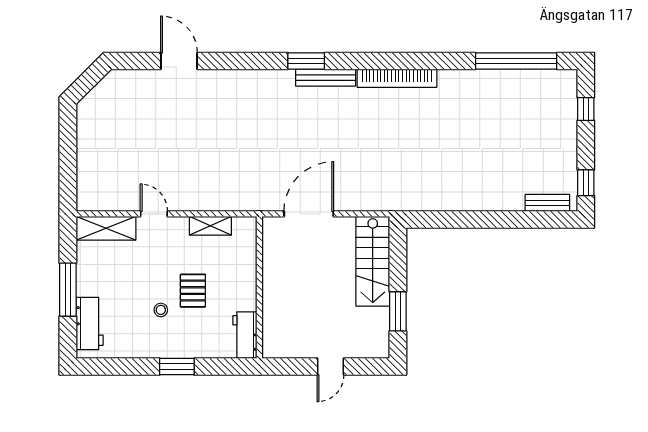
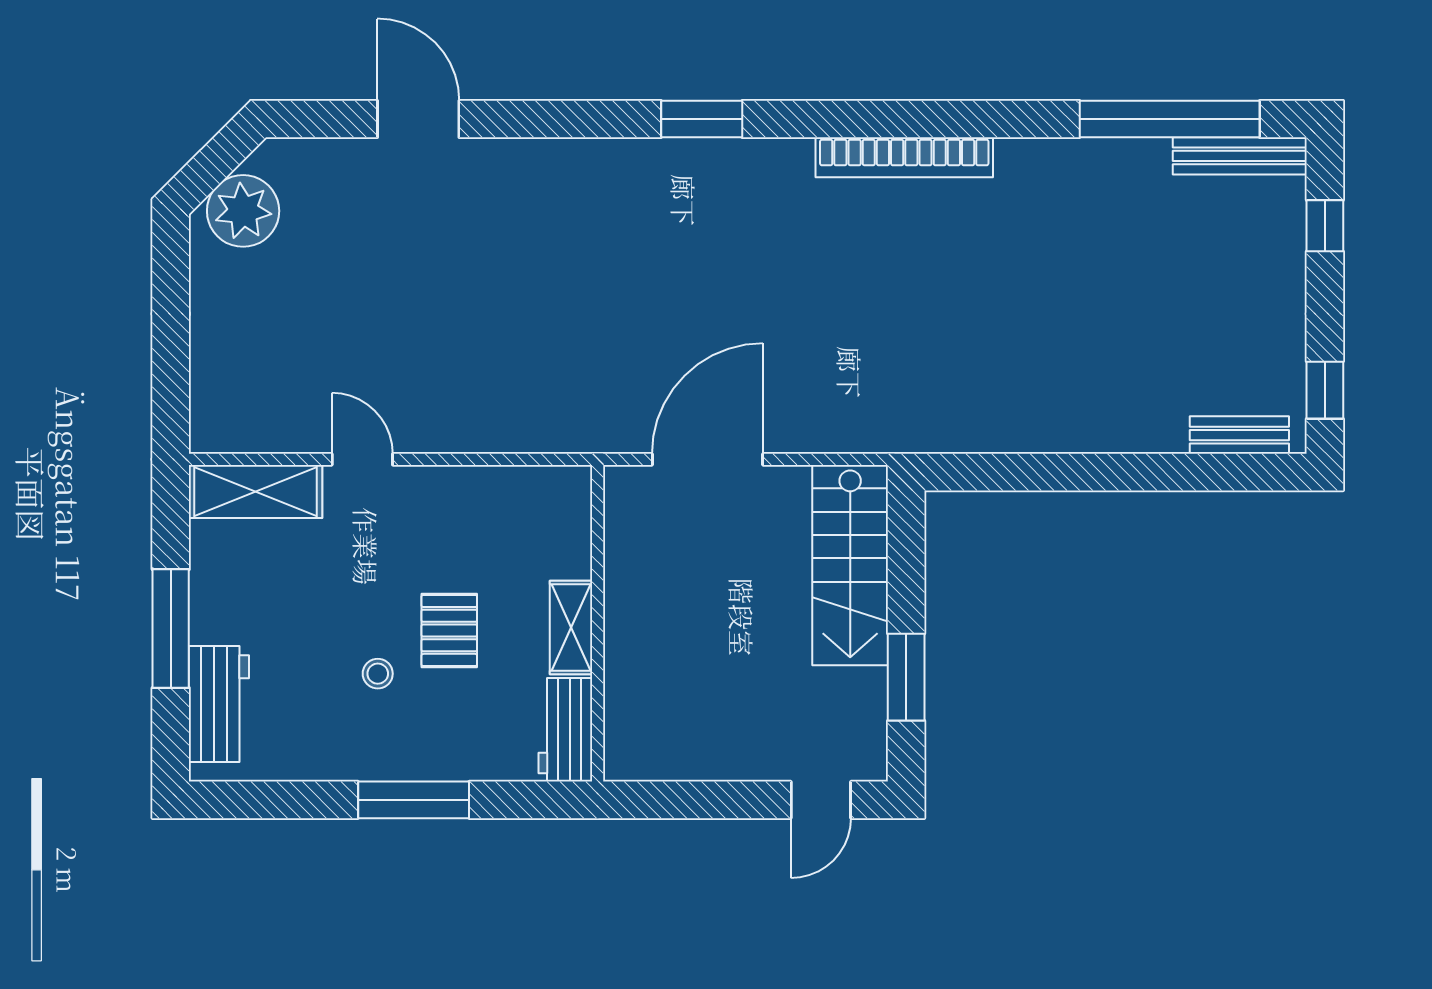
bench: (326, 78) -> (1240, 156), moved
plant: (100, 102) -> (243, 211), added
shelving: (210, 226) -> (571, 627), moved, turned 90
window: (177, 367) -> (414, 800), width x1.44
door: (330, 367) -> (821, 800), moved

